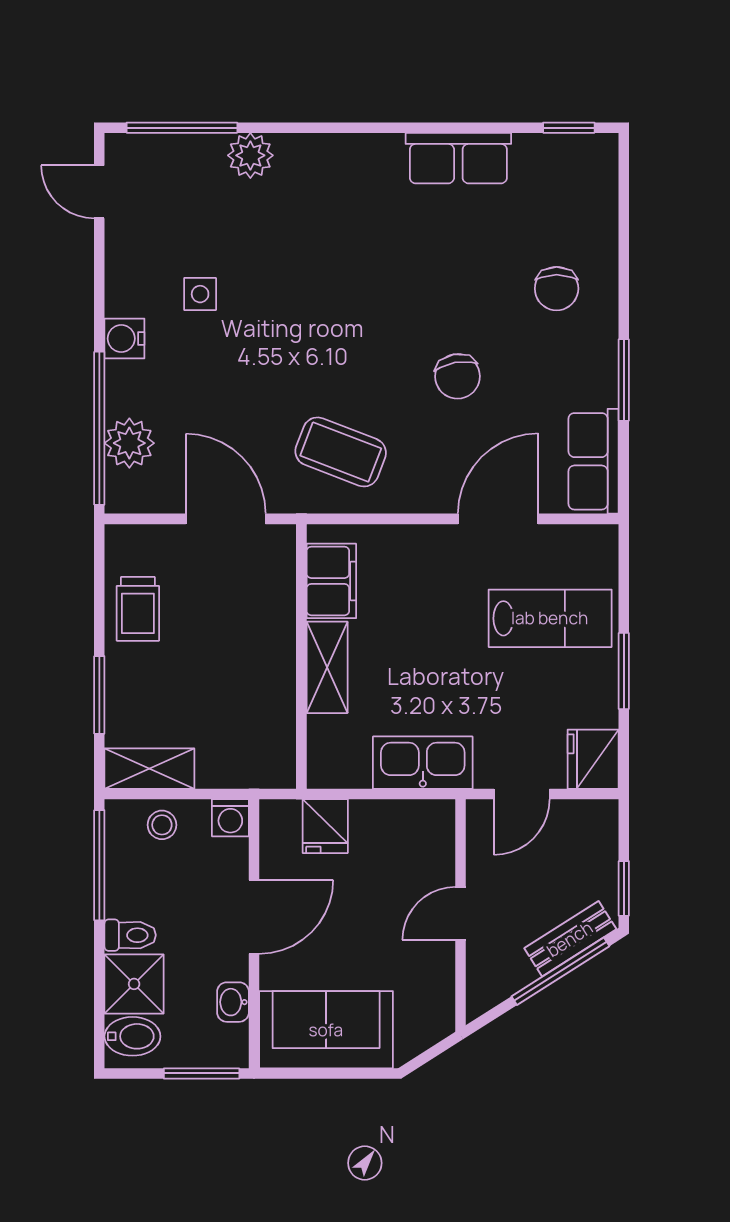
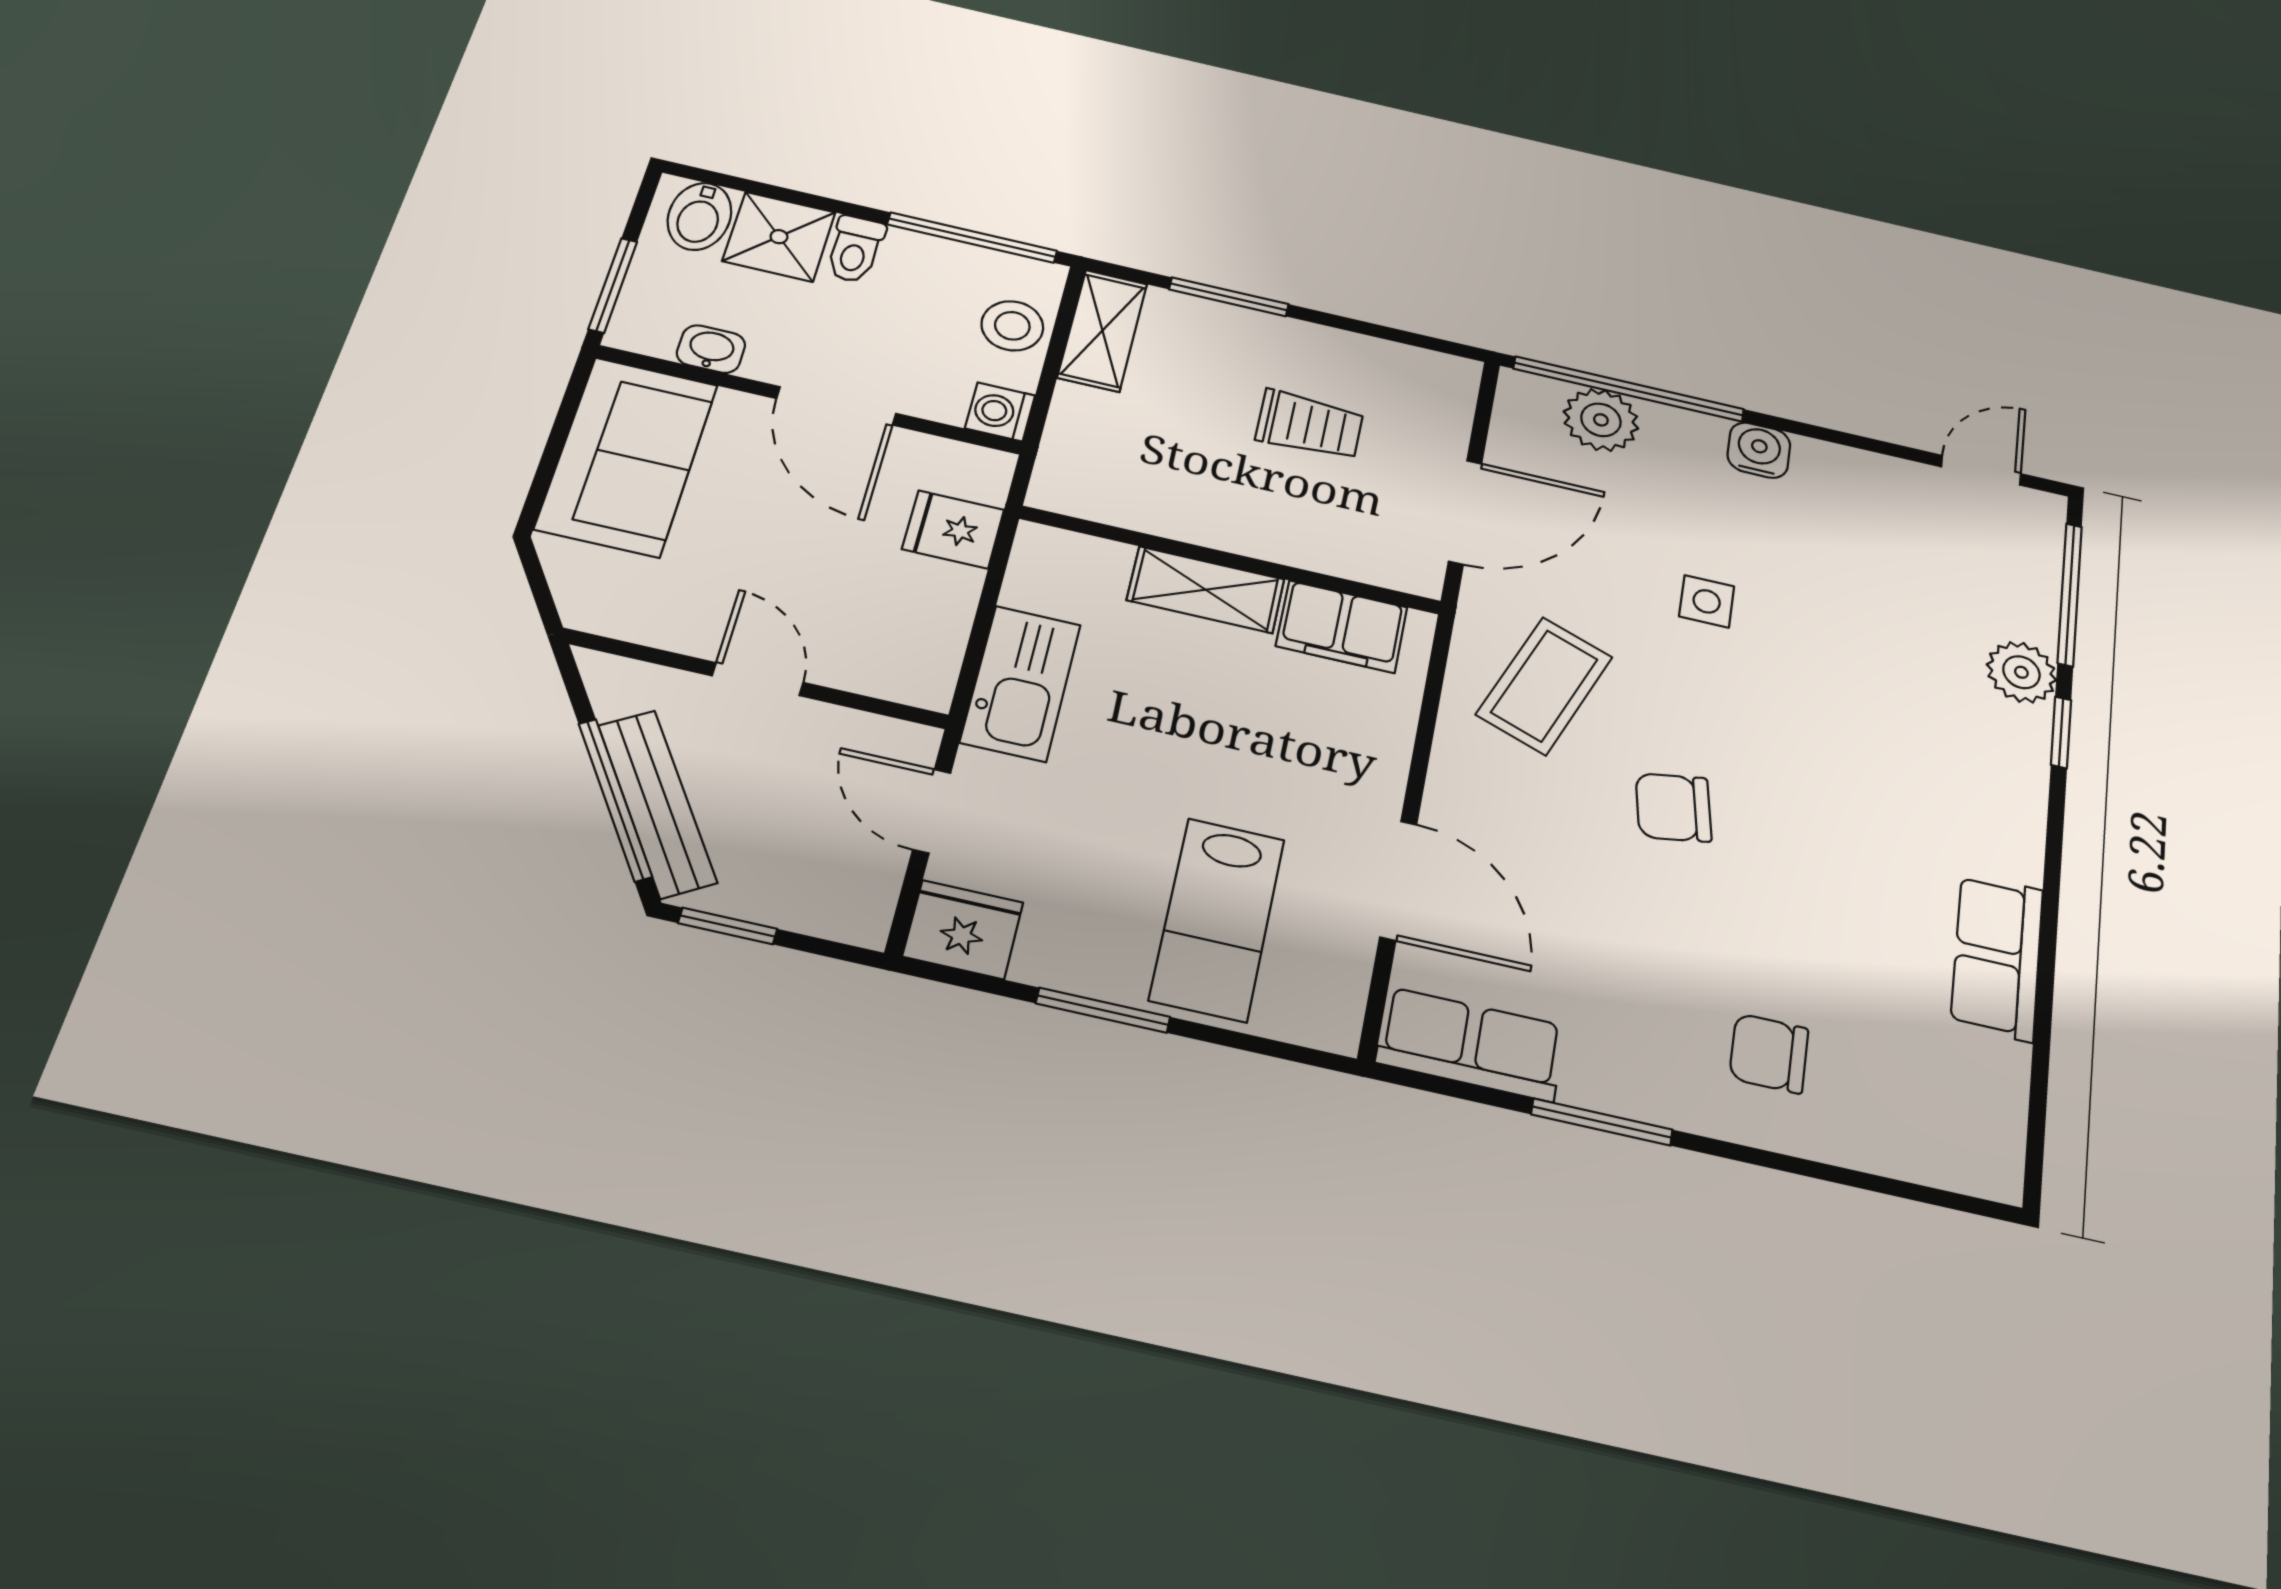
window: (569, 128) -> (2061, 732), moved
side table: (200, 294) -> (1707, 601), moved
chair: (457, 376) -> (1673, 807), moved
trolley: (138, 609) -> (1310, 425), moved, turned 180
stool: (162, 825) -> (1012, 326), width x1.37, depth x1.37
bench: (570, 939) -> (657, 804), width x1.36

